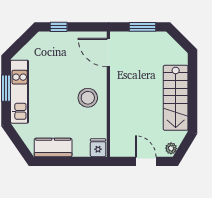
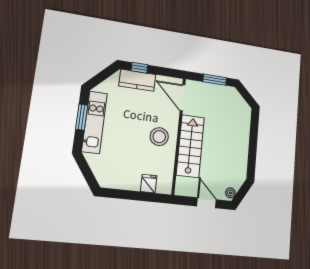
stairs: (176, 98) -> (190, 146), moved, turned 180
kitchen counter: (53, 147) -> (137, 80), moved, turned 180
fridge: (98, 148) -> (149, 184), moved

